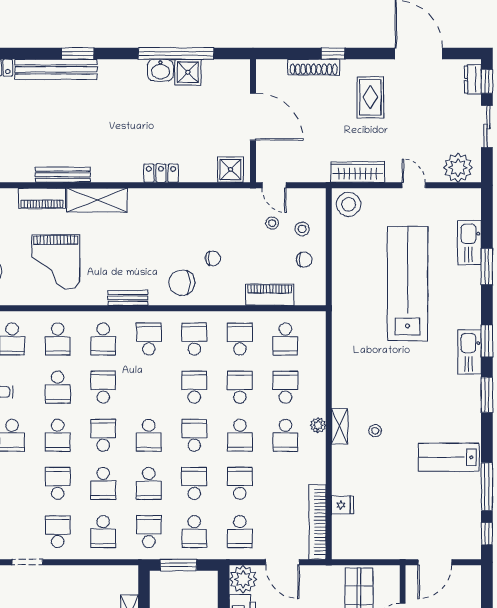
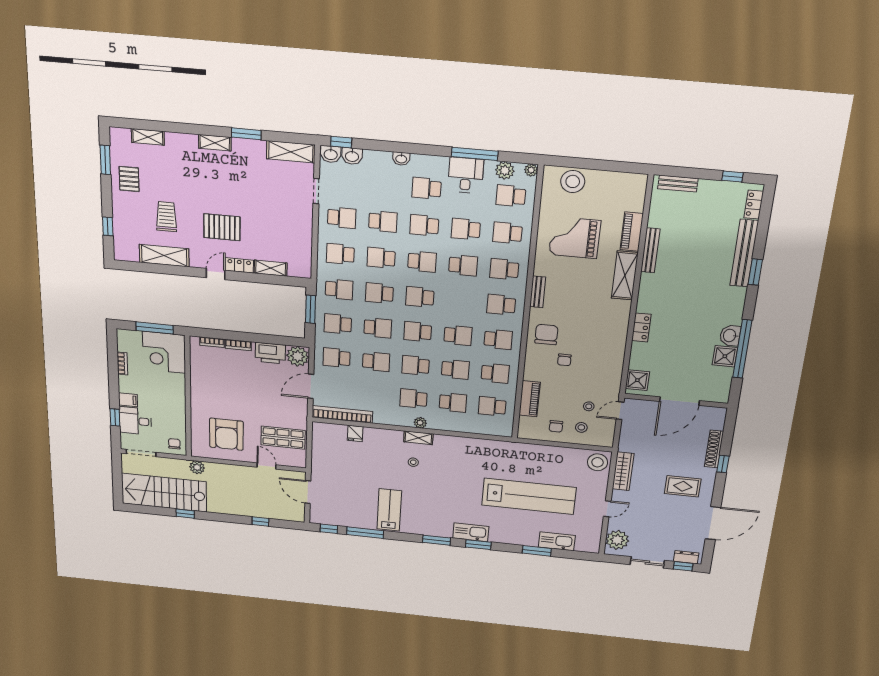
school desk: (149, 339) -> (501, 305), turned 180
school desk: (194, 435) -> (418, 332), turned 180

